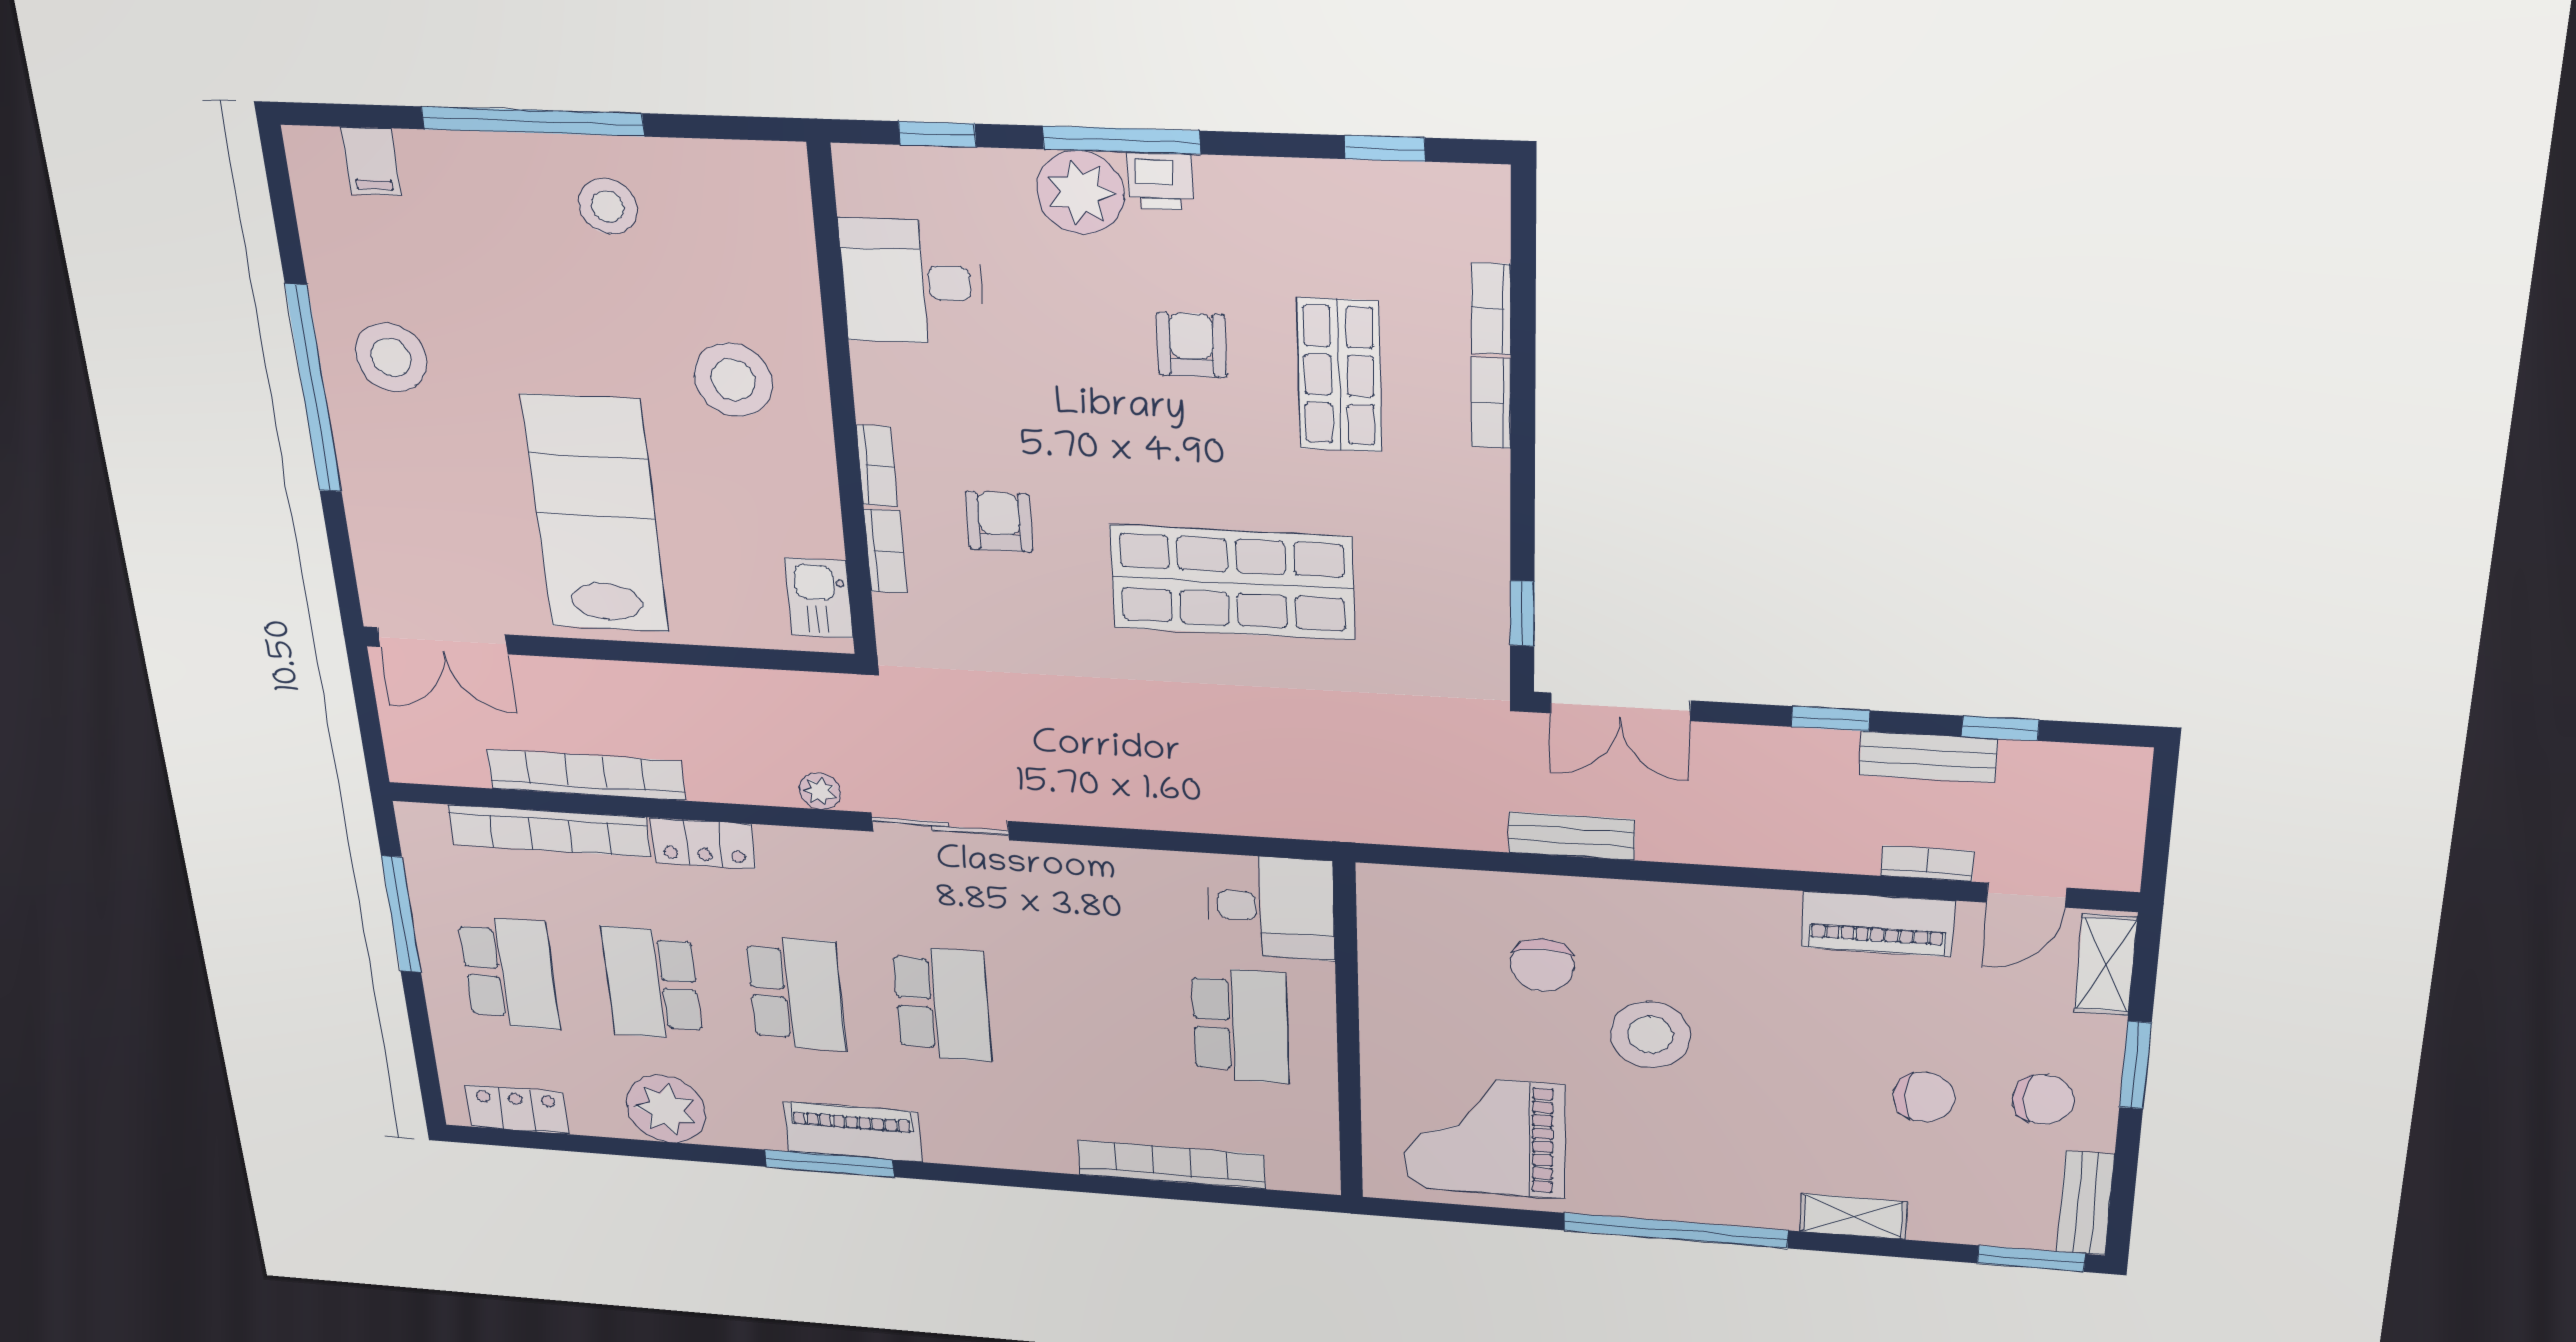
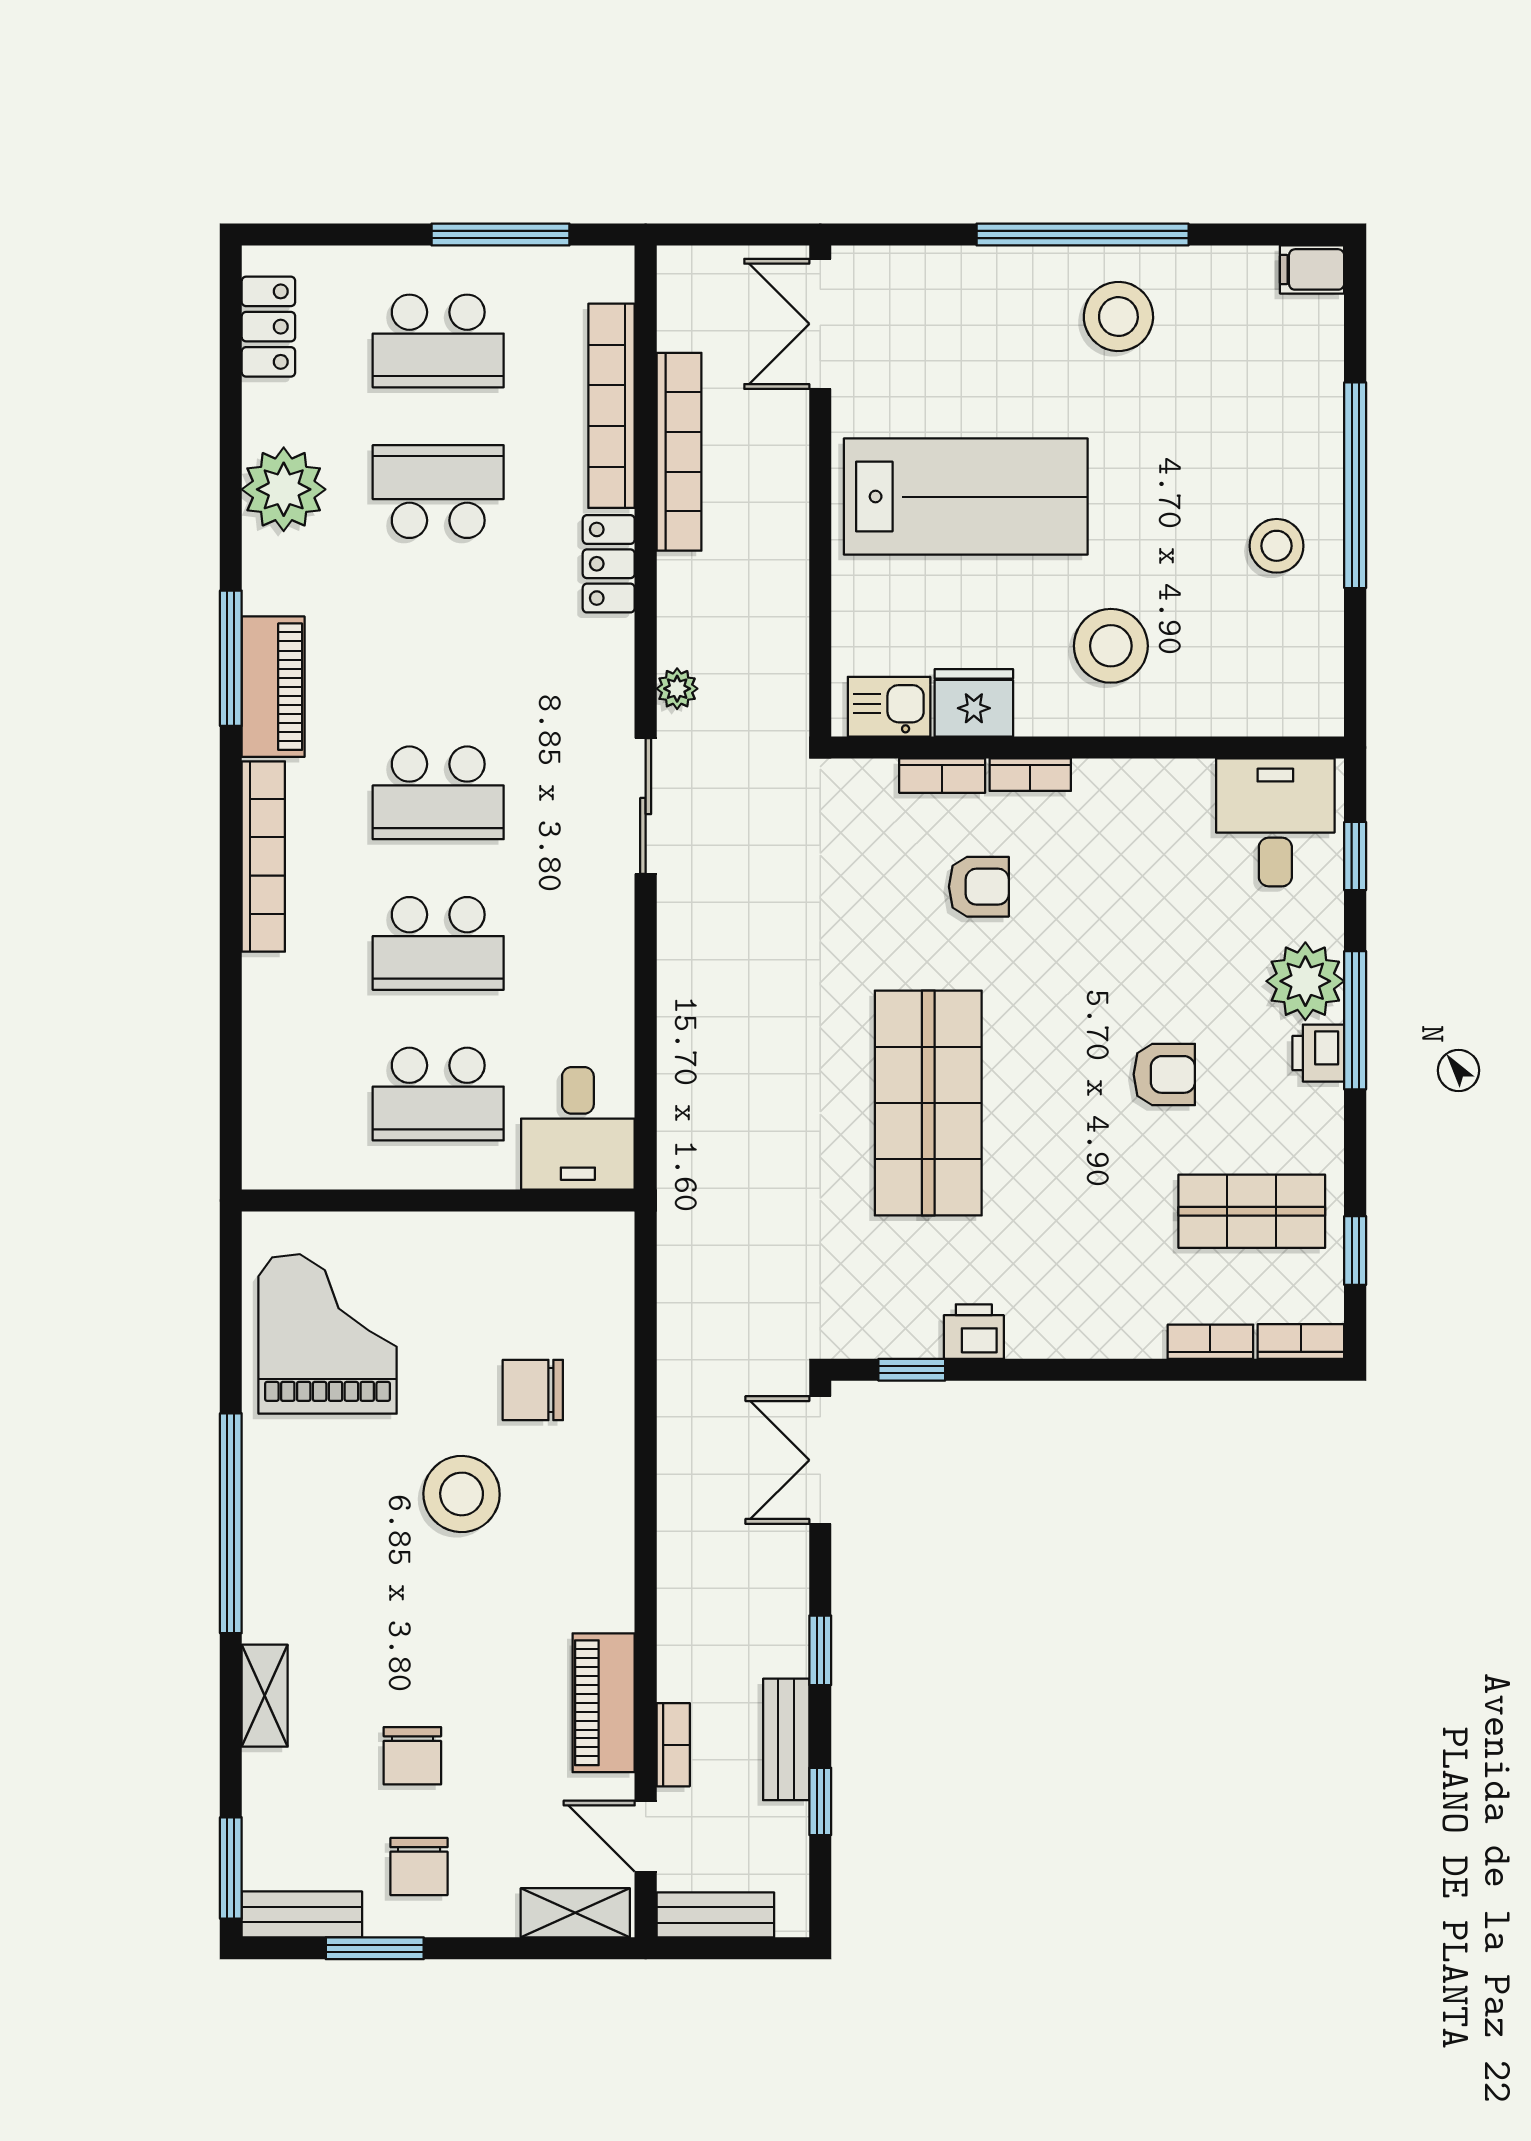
filing cabinet: (371, 161) -> (1312, 269), moved
desk: (912, 282) -> (1275, 822), moved
shop shelf: (1339, 375) -> (1252, 1211), moved
bookcase: (1491, 403) -> (1301, 1341), moved
fridge: (807, 517) -> (974, 703), added
printer: (1480, 550) -> (974, 1332), added
bench: (1571, 836) -> (715, 1915), moved, turned 90
school desk: (796, 994) -> (438, 943), moved
window: (2135, 1065) -> (375, 1948), moved
bookcase: (1171, 1164) -> (263, 856), moved

